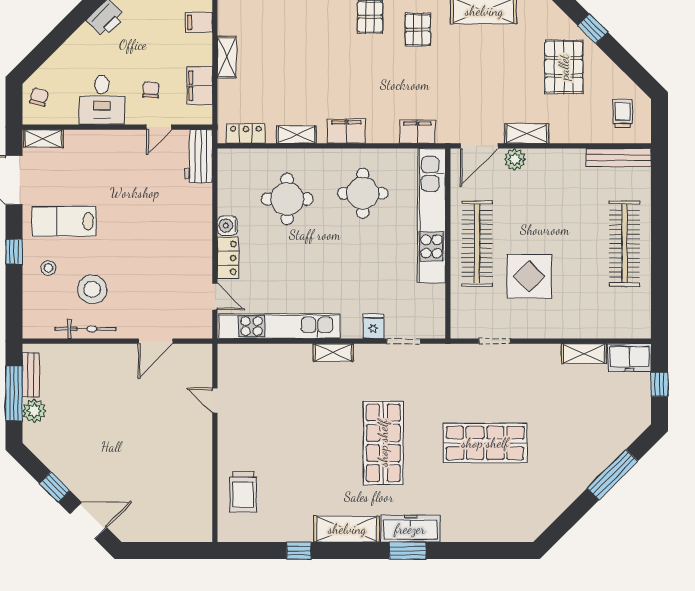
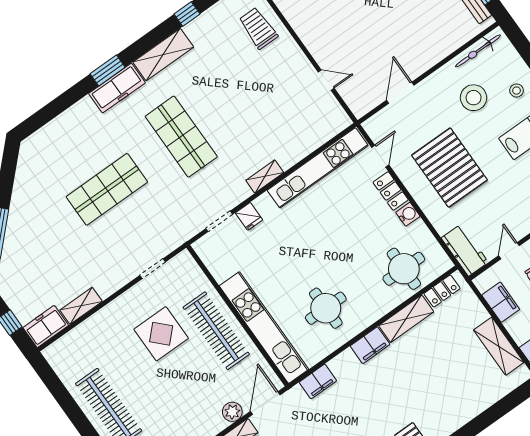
shelving: (227, 57) -> (499, 346), width x1.50, depth x1.33
shelving: (296, 135) -> (406, 319), width x1.50, depth x1.33
round table: (287, 199) -> (404, 269), moved
pallet: (159, 241) -> (449, 168), added
door: (215, 296) -> (380, 156), swing flipped
bicycle: (86, 329) -> (478, 51), moved

